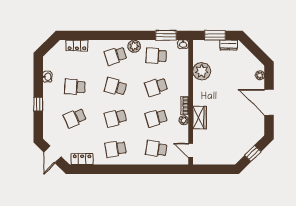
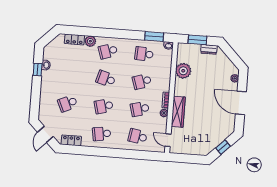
plant: (134, 46) -> (90, 41), moved
school desk: (75, 87) -> (70, 76), removed
window: (38, 104) -> (38, 70), moved
wardrobe: (200, 118) -> (178, 112), width x1.50

